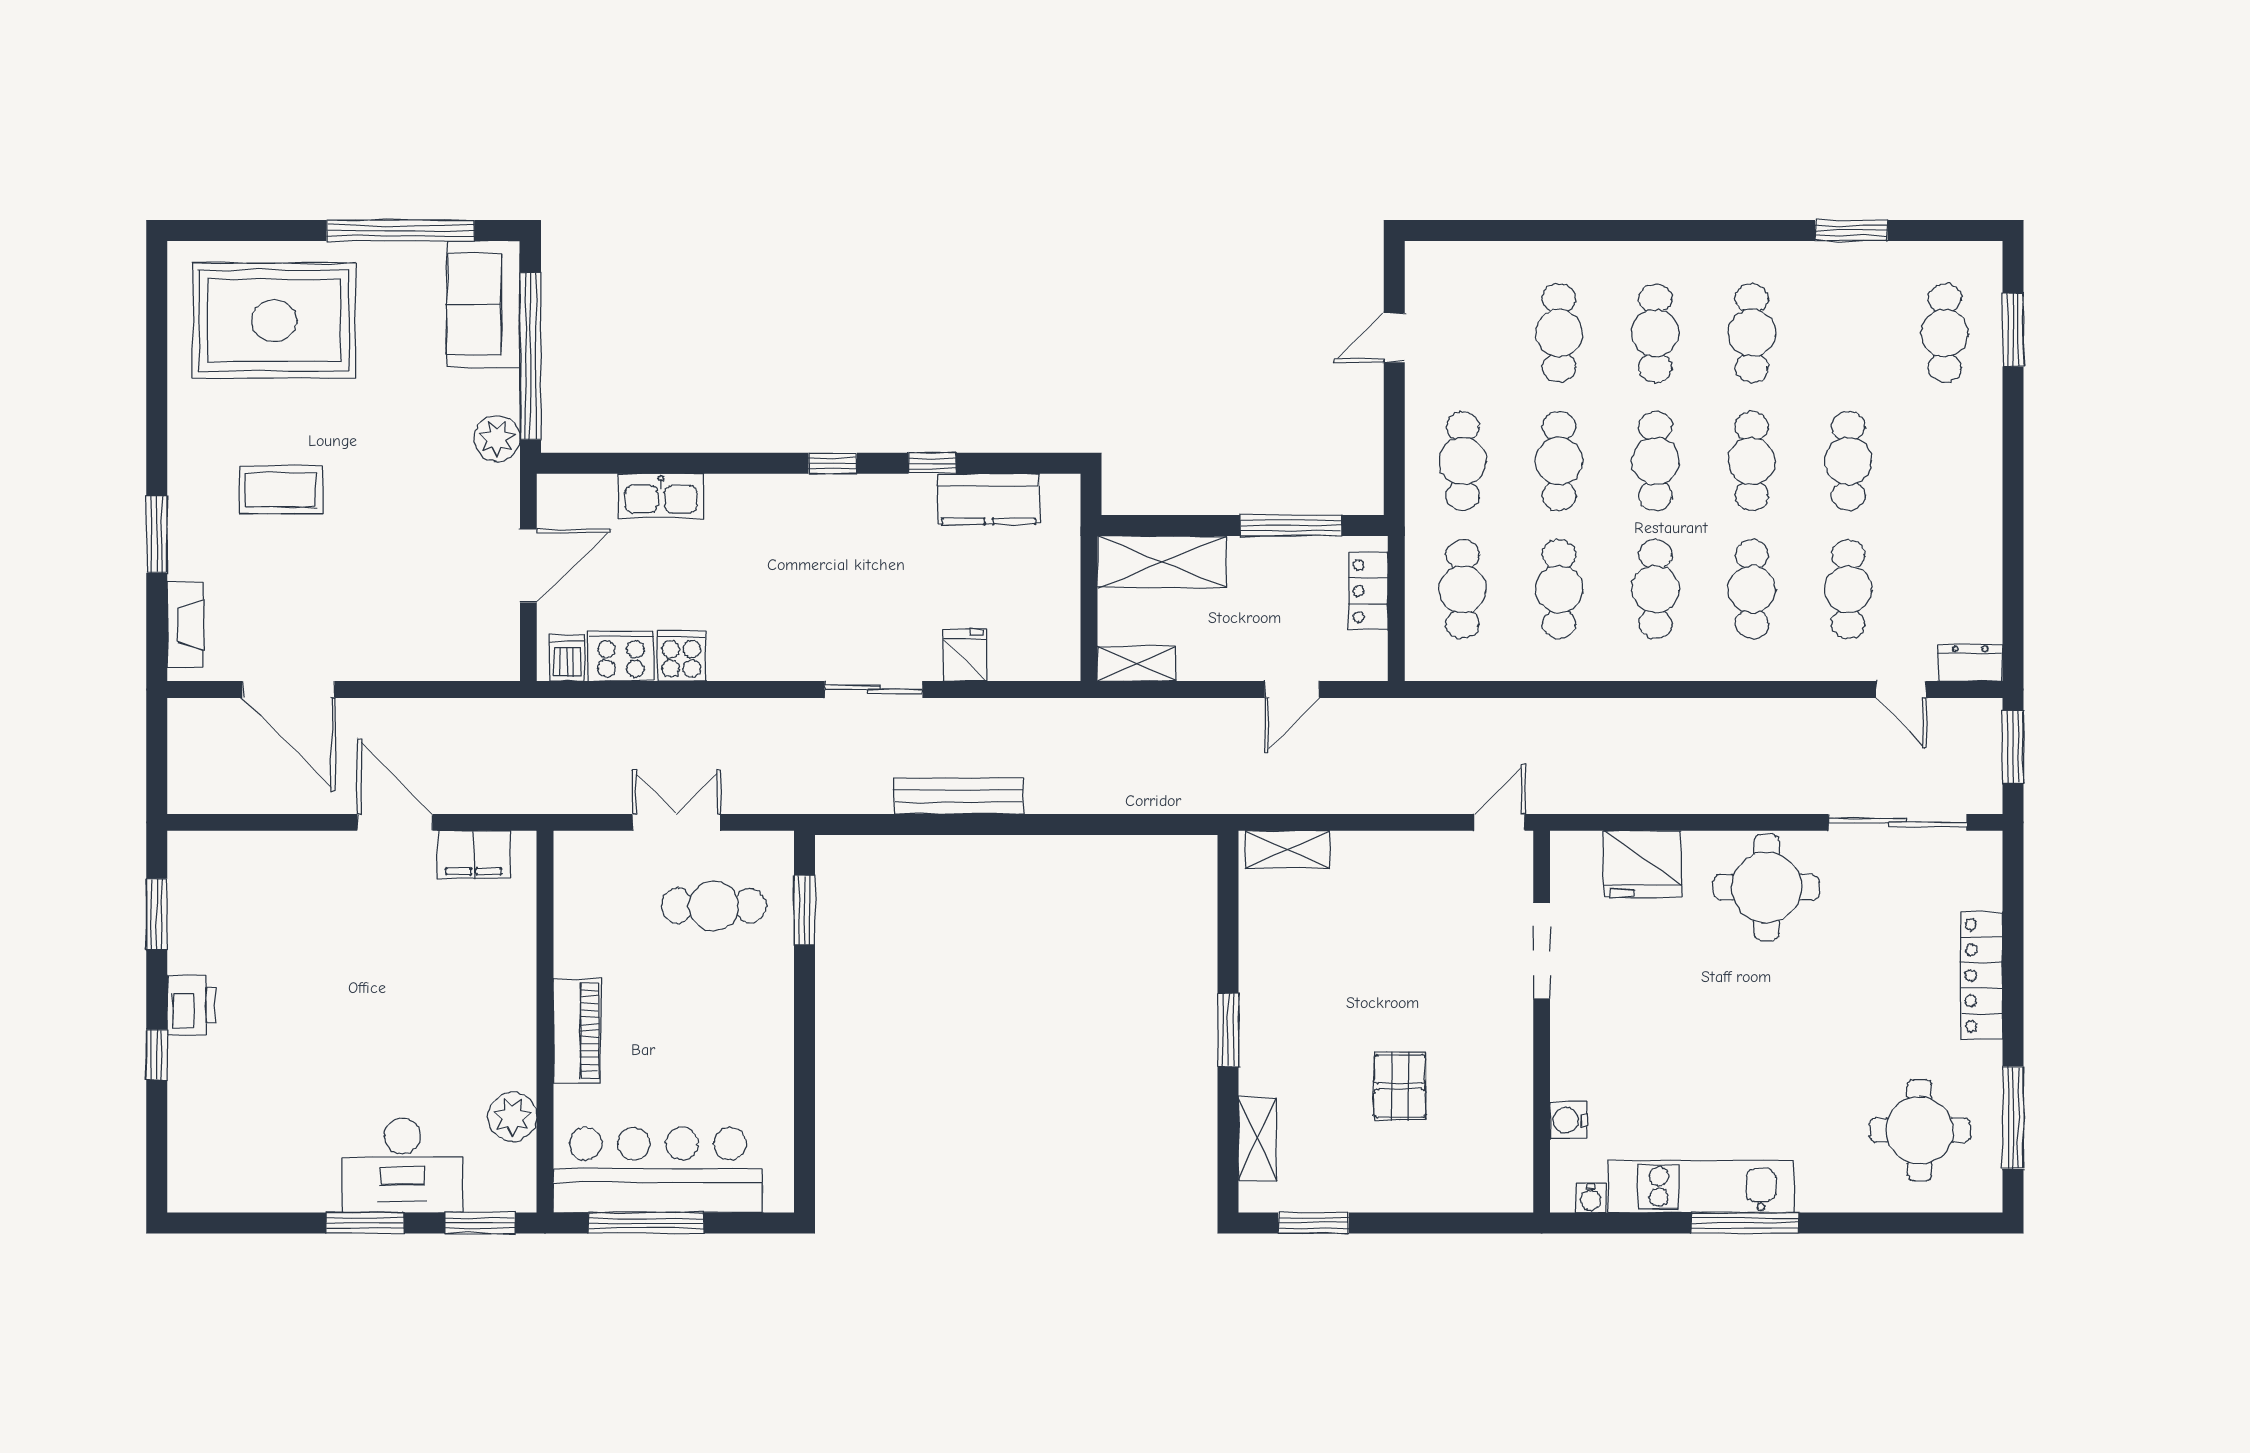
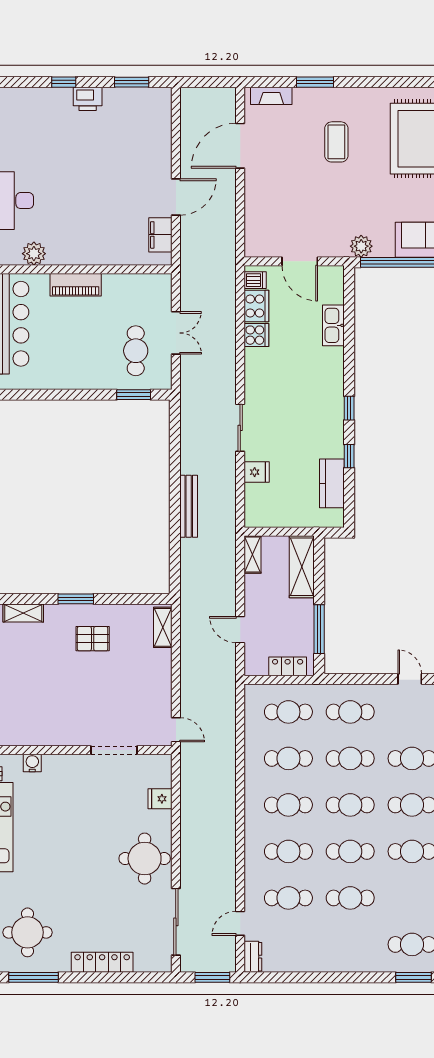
bench: (958, 796) -> (189, 506), moved
fridge: (1643, 864) -> (160, 799), width x0.53, depth x0.75
pallet: (1400, 1086) -> (93, 639), moved

